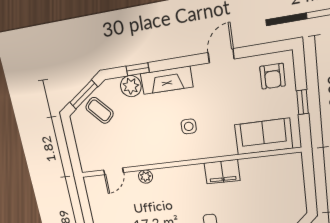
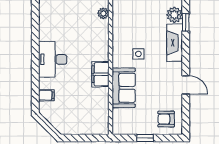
sofa: (264, 137) -> (124, 88), moved

